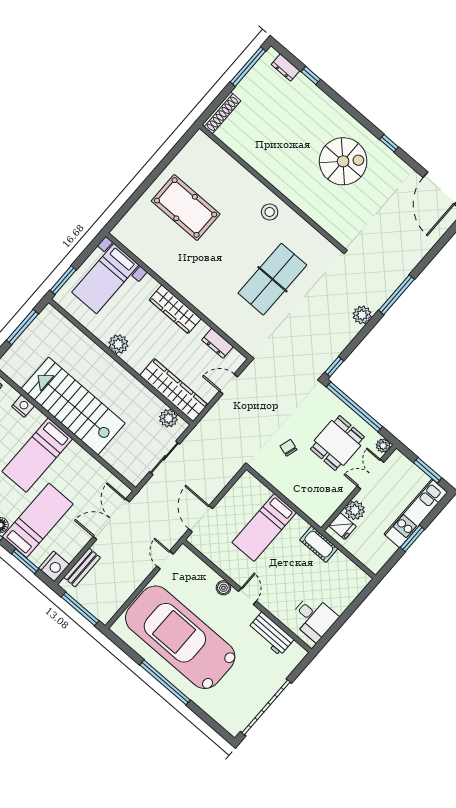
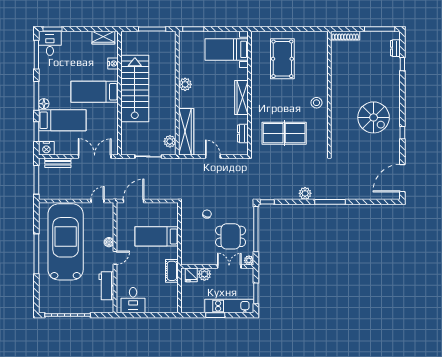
bed with nightstands: (105, 279) -> (227, 49), moved
wall: (178, 296) -> (249, 93), moved
wardrobe: (175, 309) -> (241, 98), moved
dresser: (217, 343) -> (243, 133), moved

